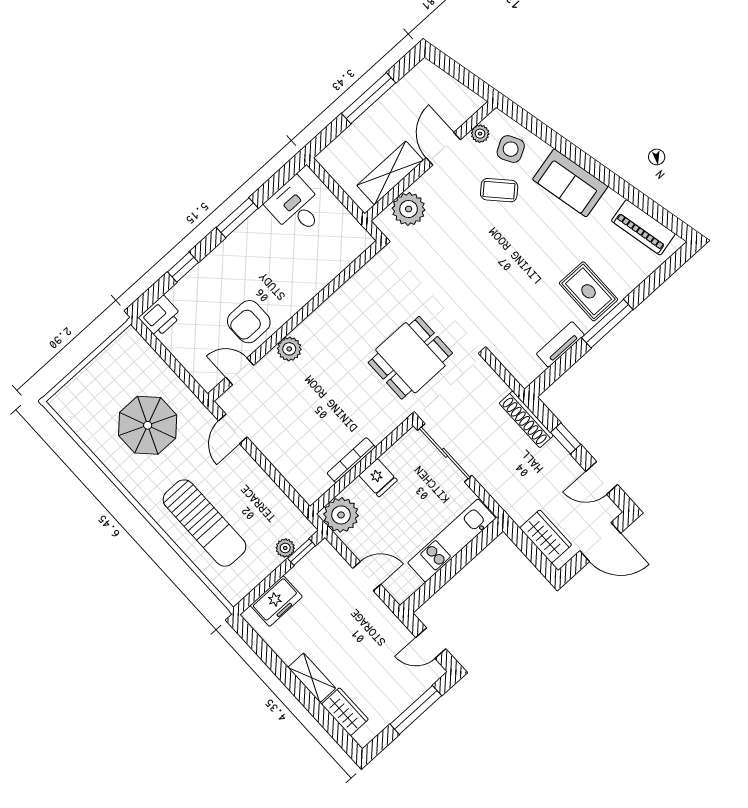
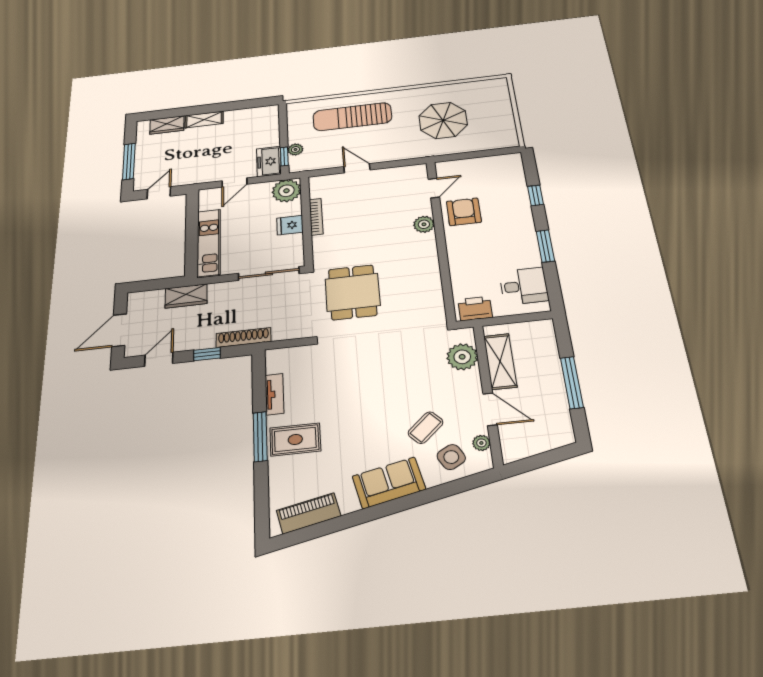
printer: (160, 317) -> (475, 308), moved, turned 90
door: (233, 429) -> (357, 168), moved
wardrobe: (546, 536) -> (186, 296), moved
freezer: (276, 601) -> (269, 161), moved

